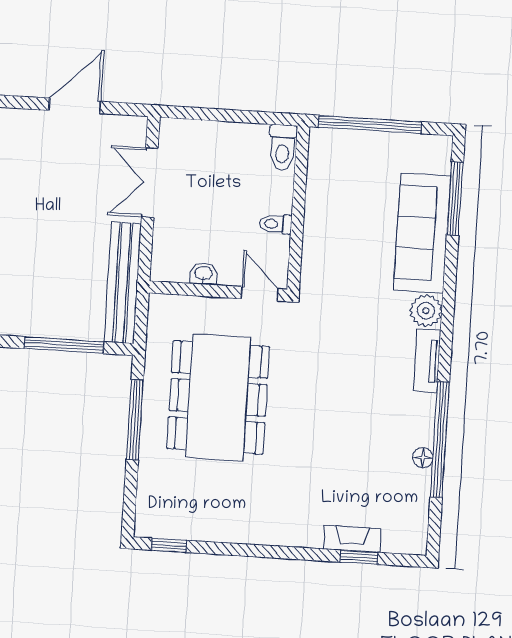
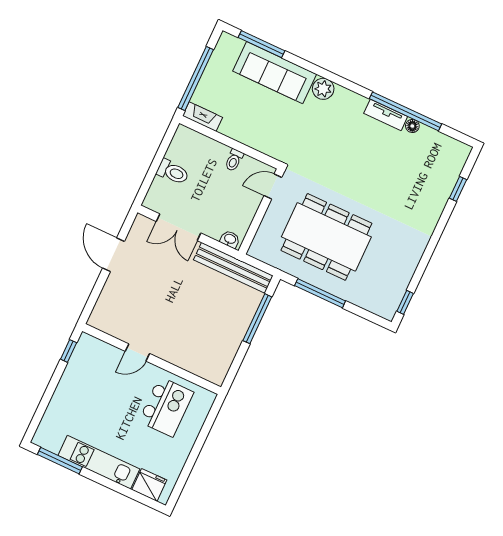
toilet: (283, 148) -> (173, 172), moved
washbasin: (204, 274) -> (230, 239), moved, turned 90
tv unit: (427, 361) -> (386, 115), moved
fireplace: (352, 539) -> (202, 117), moved, turned 90

